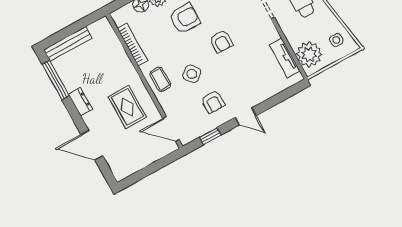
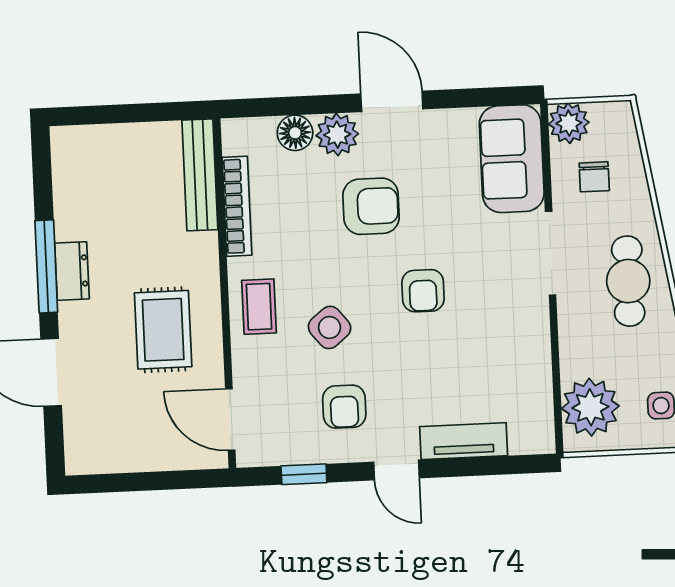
bench: (68, 44) -> (200, 175), moved, turned 90
tv unit: (285, 58) -> (464, 441), moved, turned 90
window: (56, 80) -> (46, 266), moved

